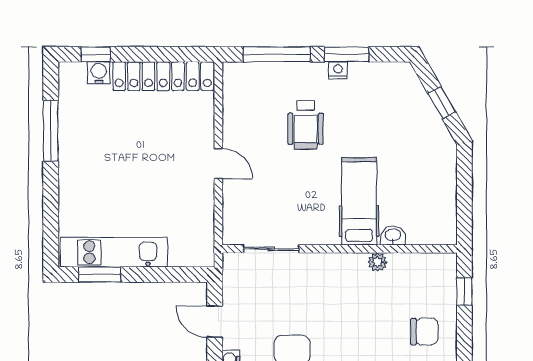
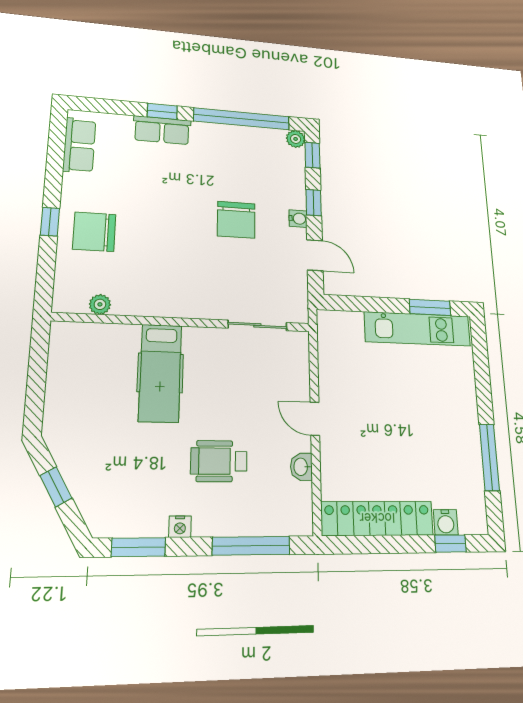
window: (347, 54) -> (138, 547), moved
wheelchair: (306, 125) -> (219, 461), turned -90
washbasin: (393, 235) -> (301, 467), moved, turned 90
plant: (377, 262) -> (100, 304), moved
window: (464, 291) -> (50, 222), moved
chair: (424, 332) -> (94, 232), width x1.37, depth x1.37

